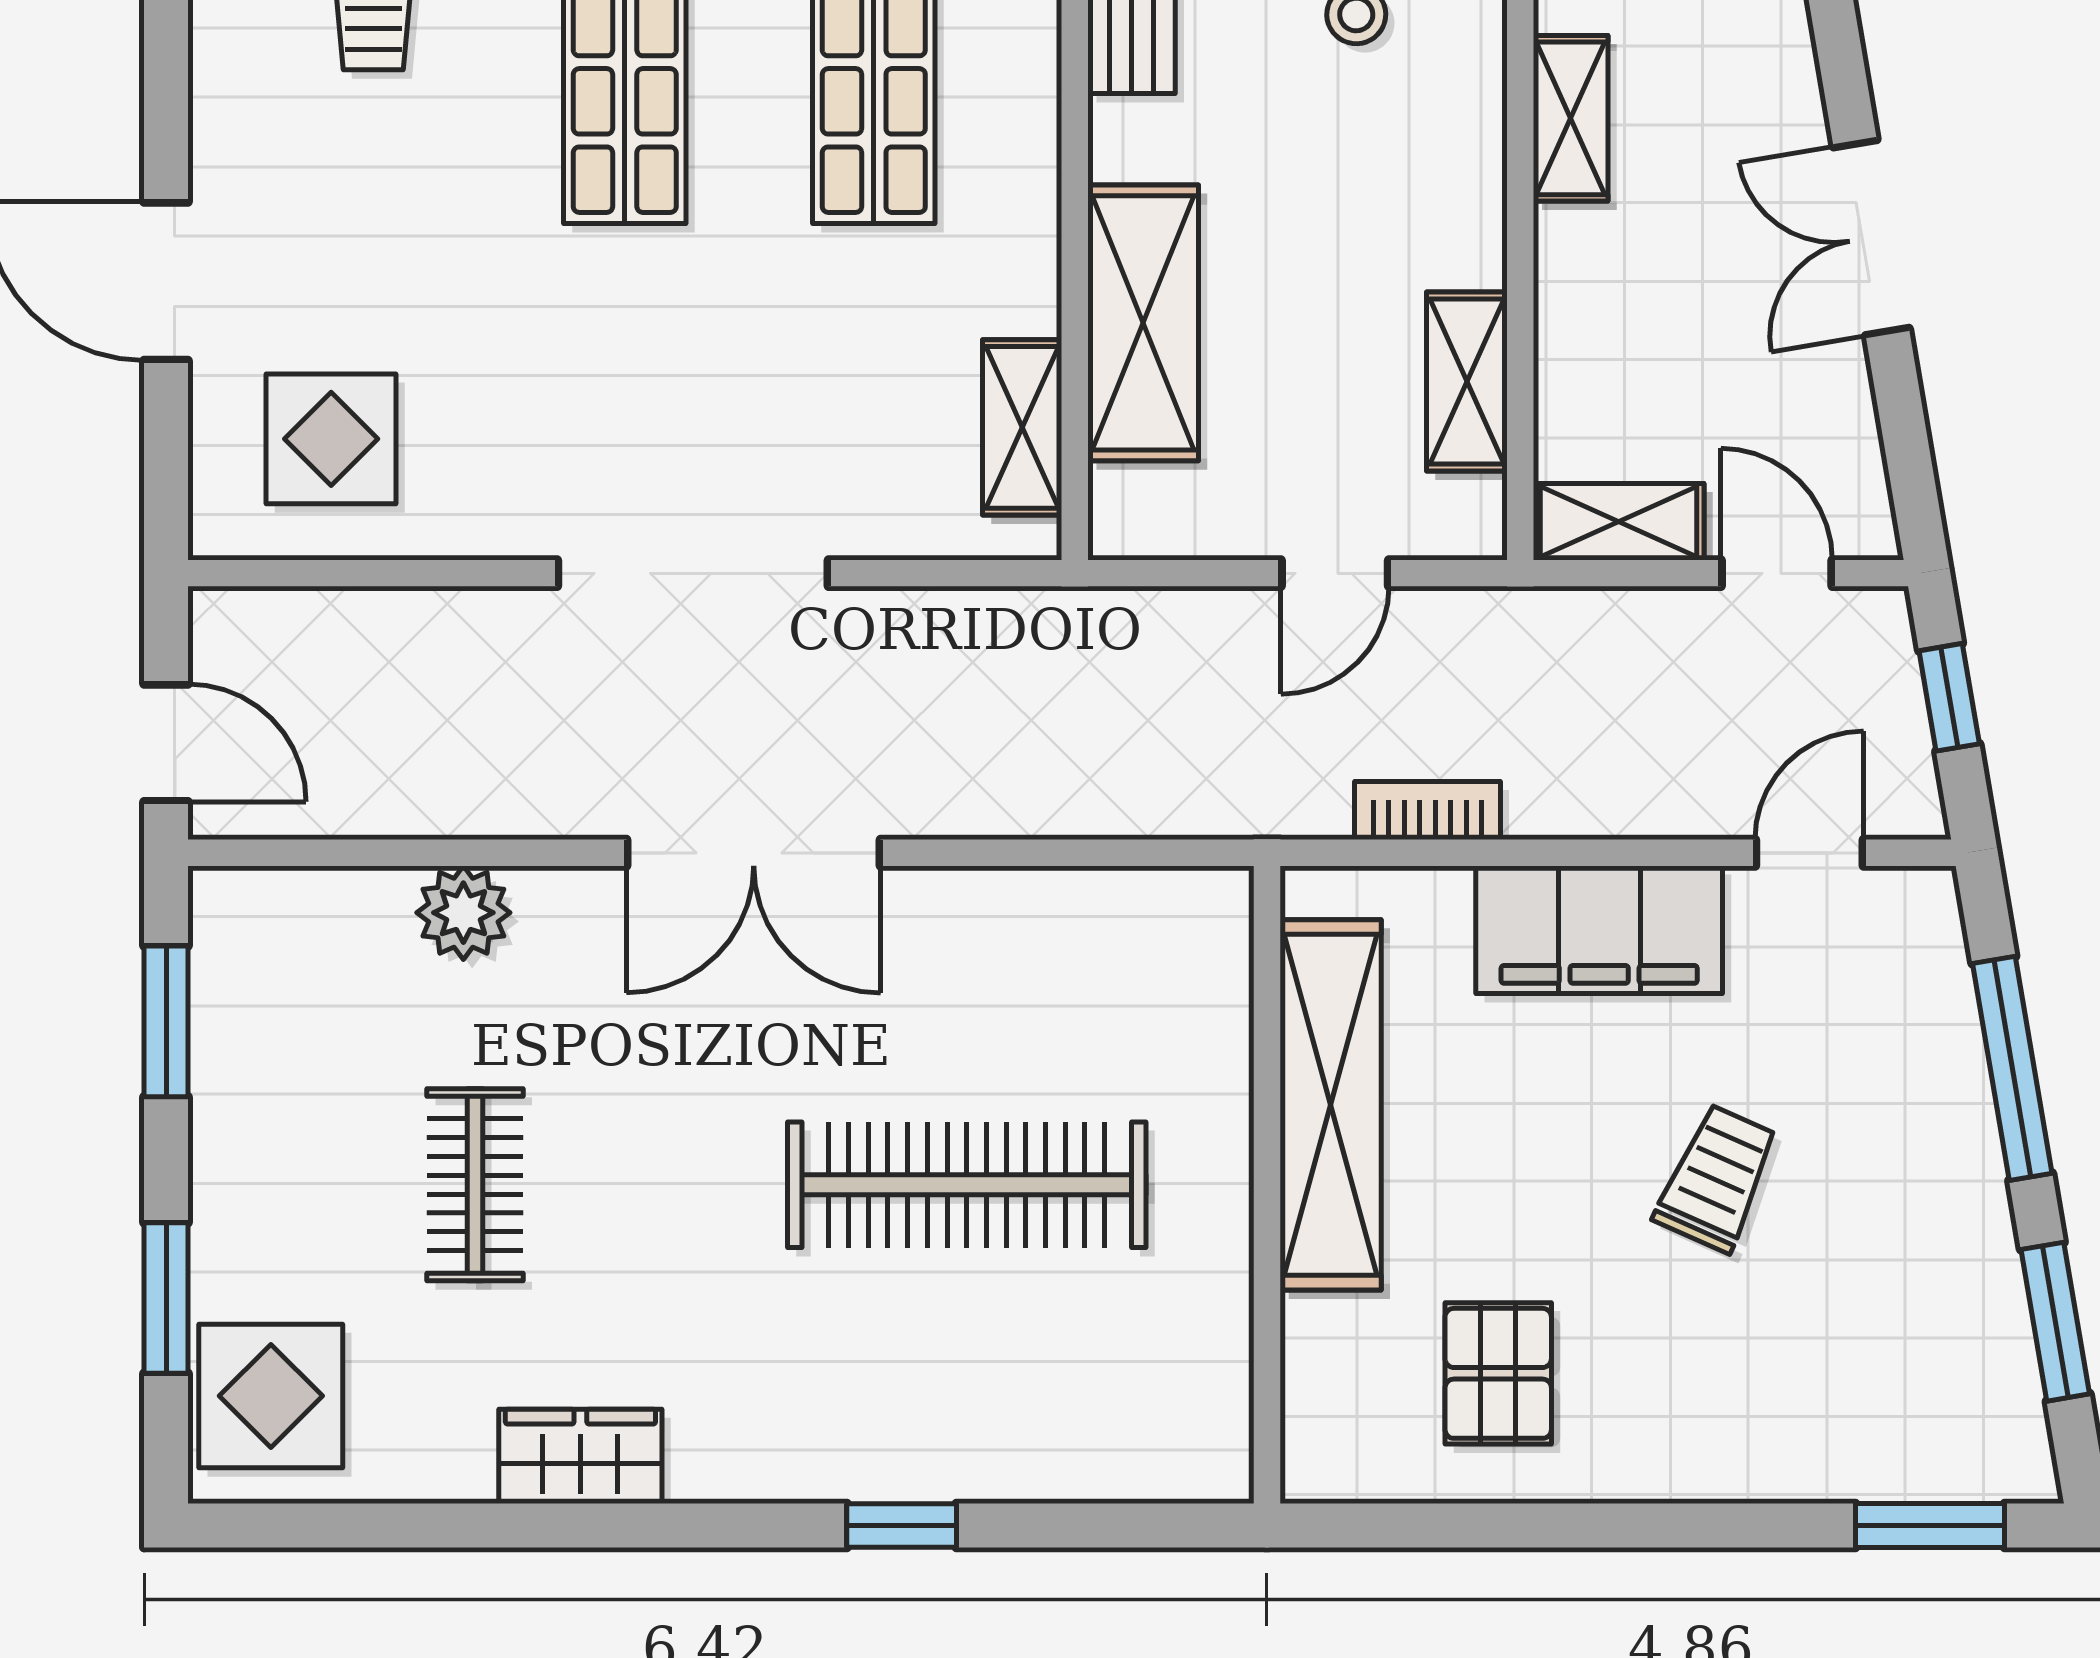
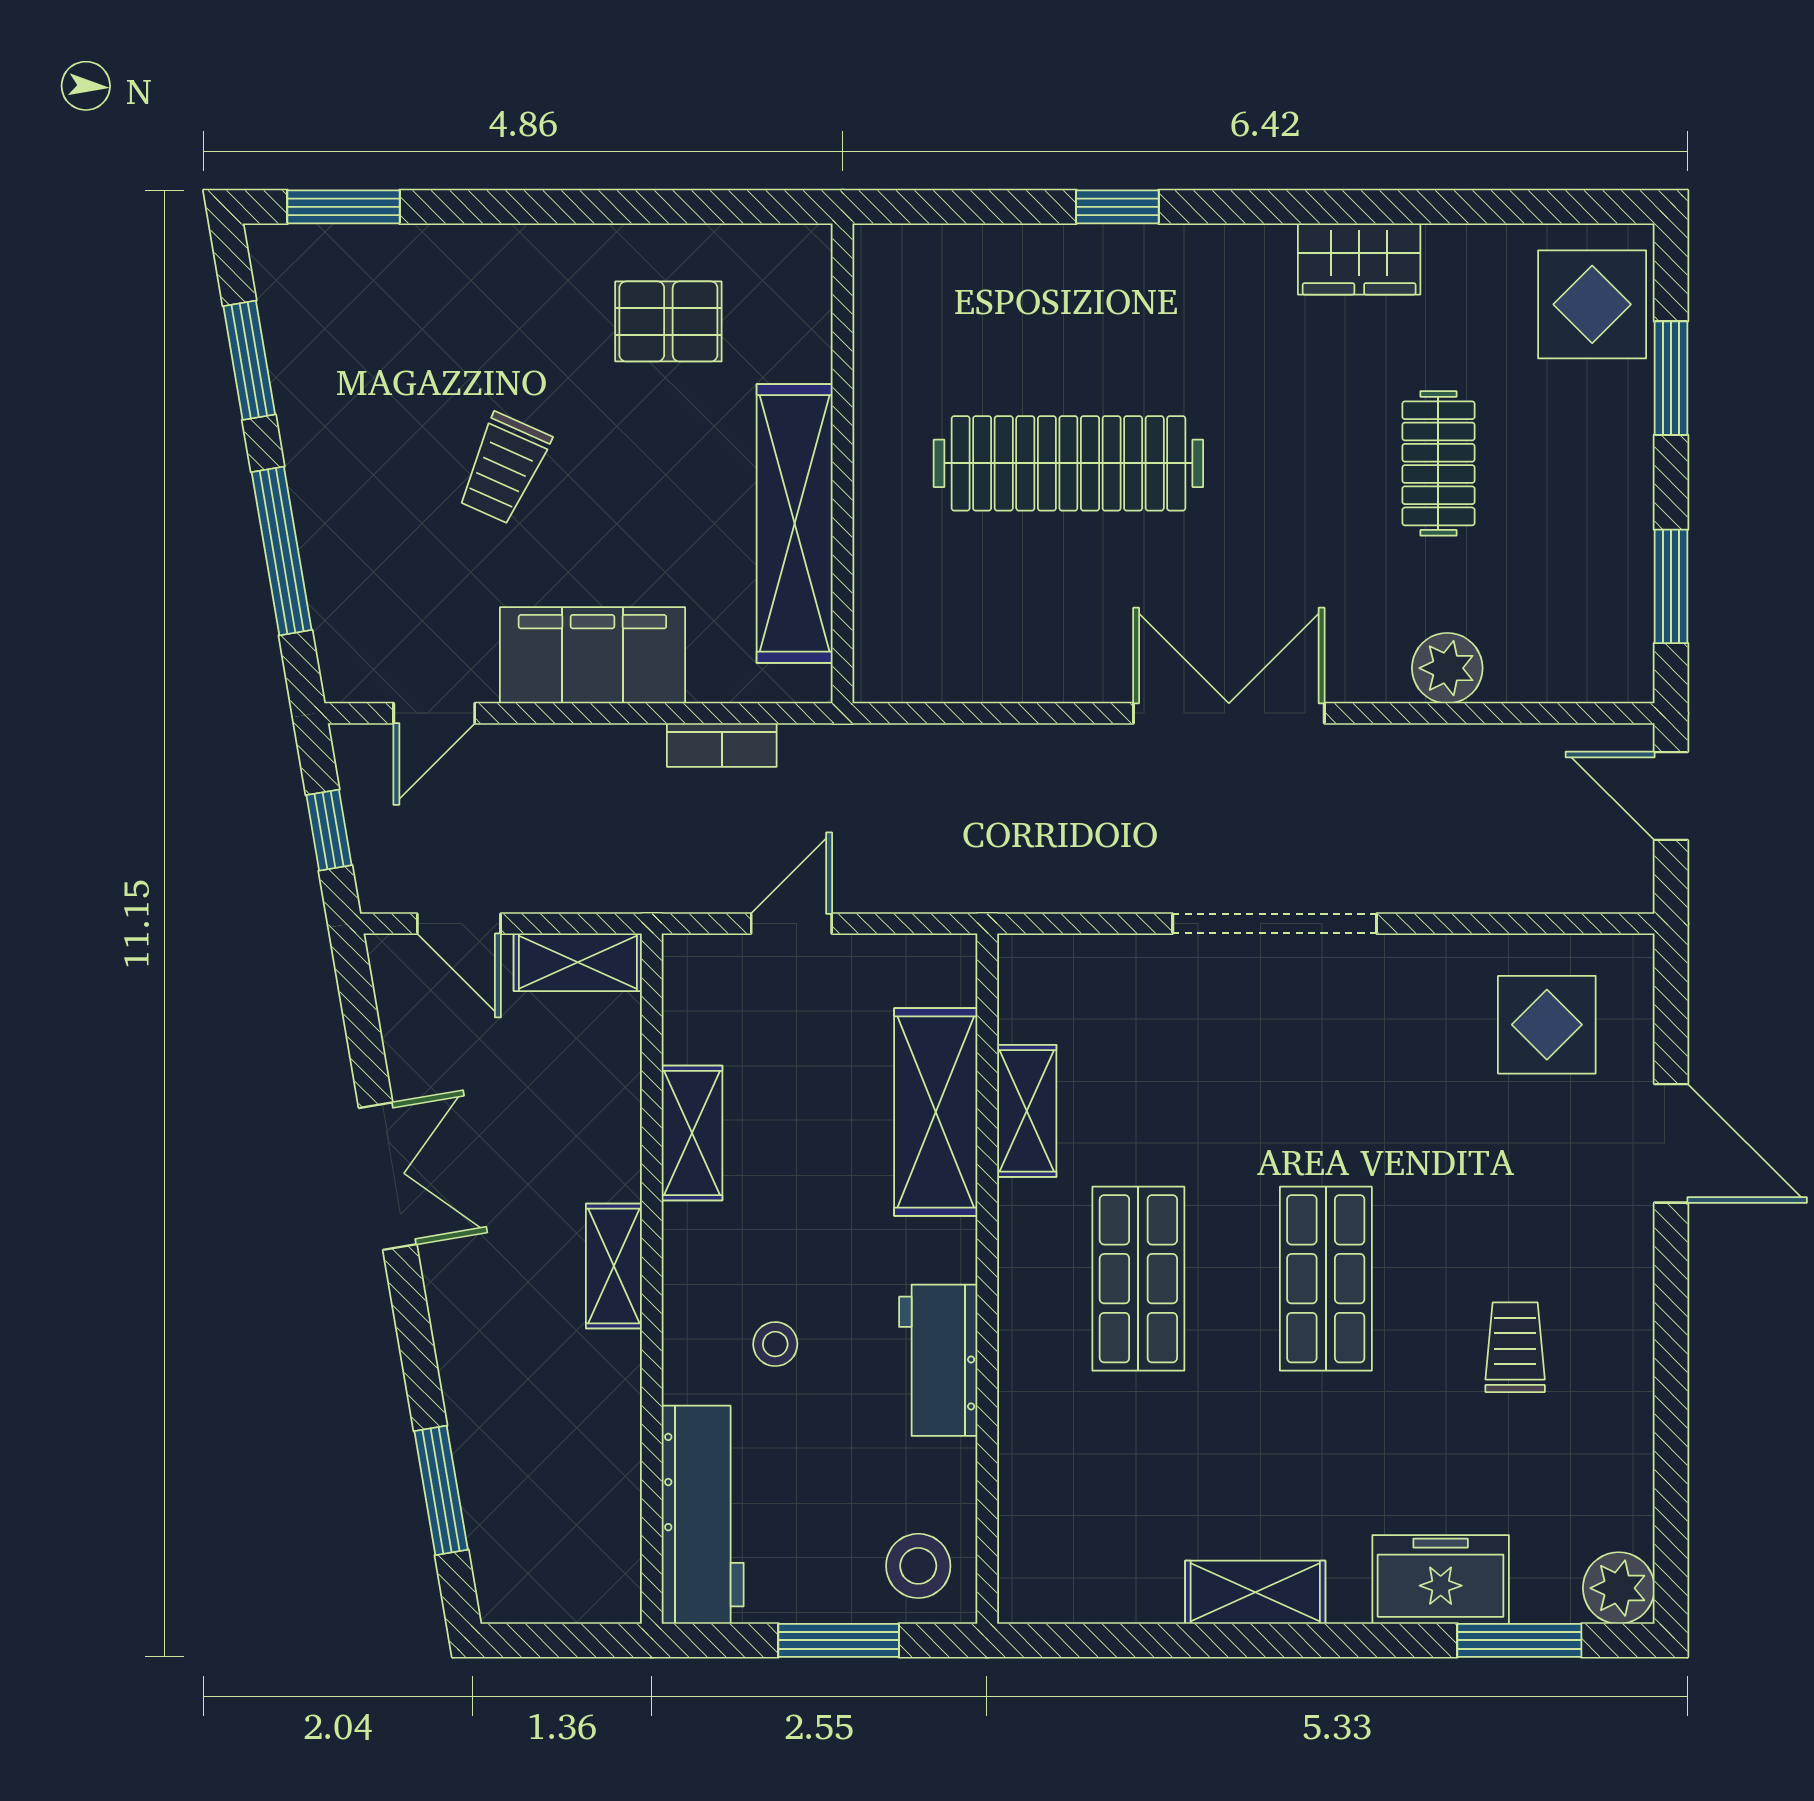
shelving: (1467, 382) -> (692, 1133), moved
shelving: (1022, 427) -> (1027, 1111), moved
pallet: (1498, 1373) -> (668, 321), turned 90

